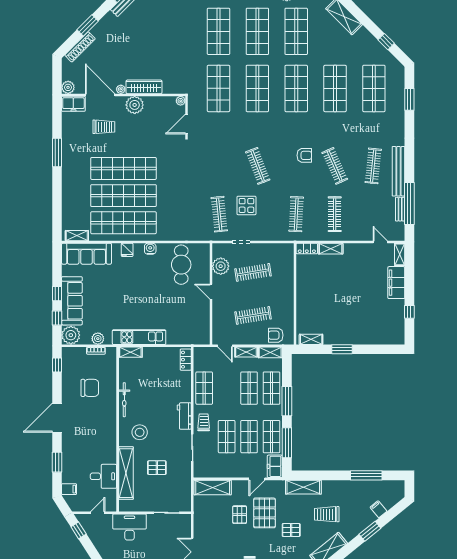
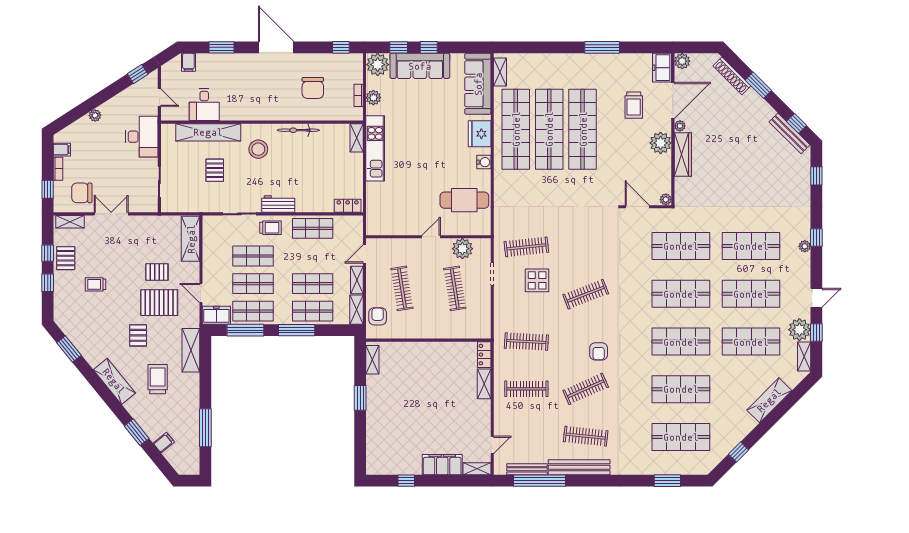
bench: (400, 209) -> (527, 469), width x1.36
fridge: (127, 250) -> (480, 134), width x1.88, depth x1.34

